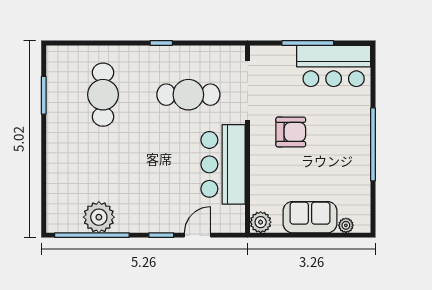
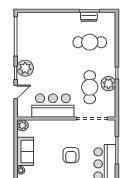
plant: (182, 59) -> (108, 84), added
dresser: (55, 96) -> (89, 17), added
armchair: (291, 132) -> (71, 155), moved
plant: (99, 217) -> (25, 68), moved
door: (197, 235) -> (16, 92), hinge flipped

